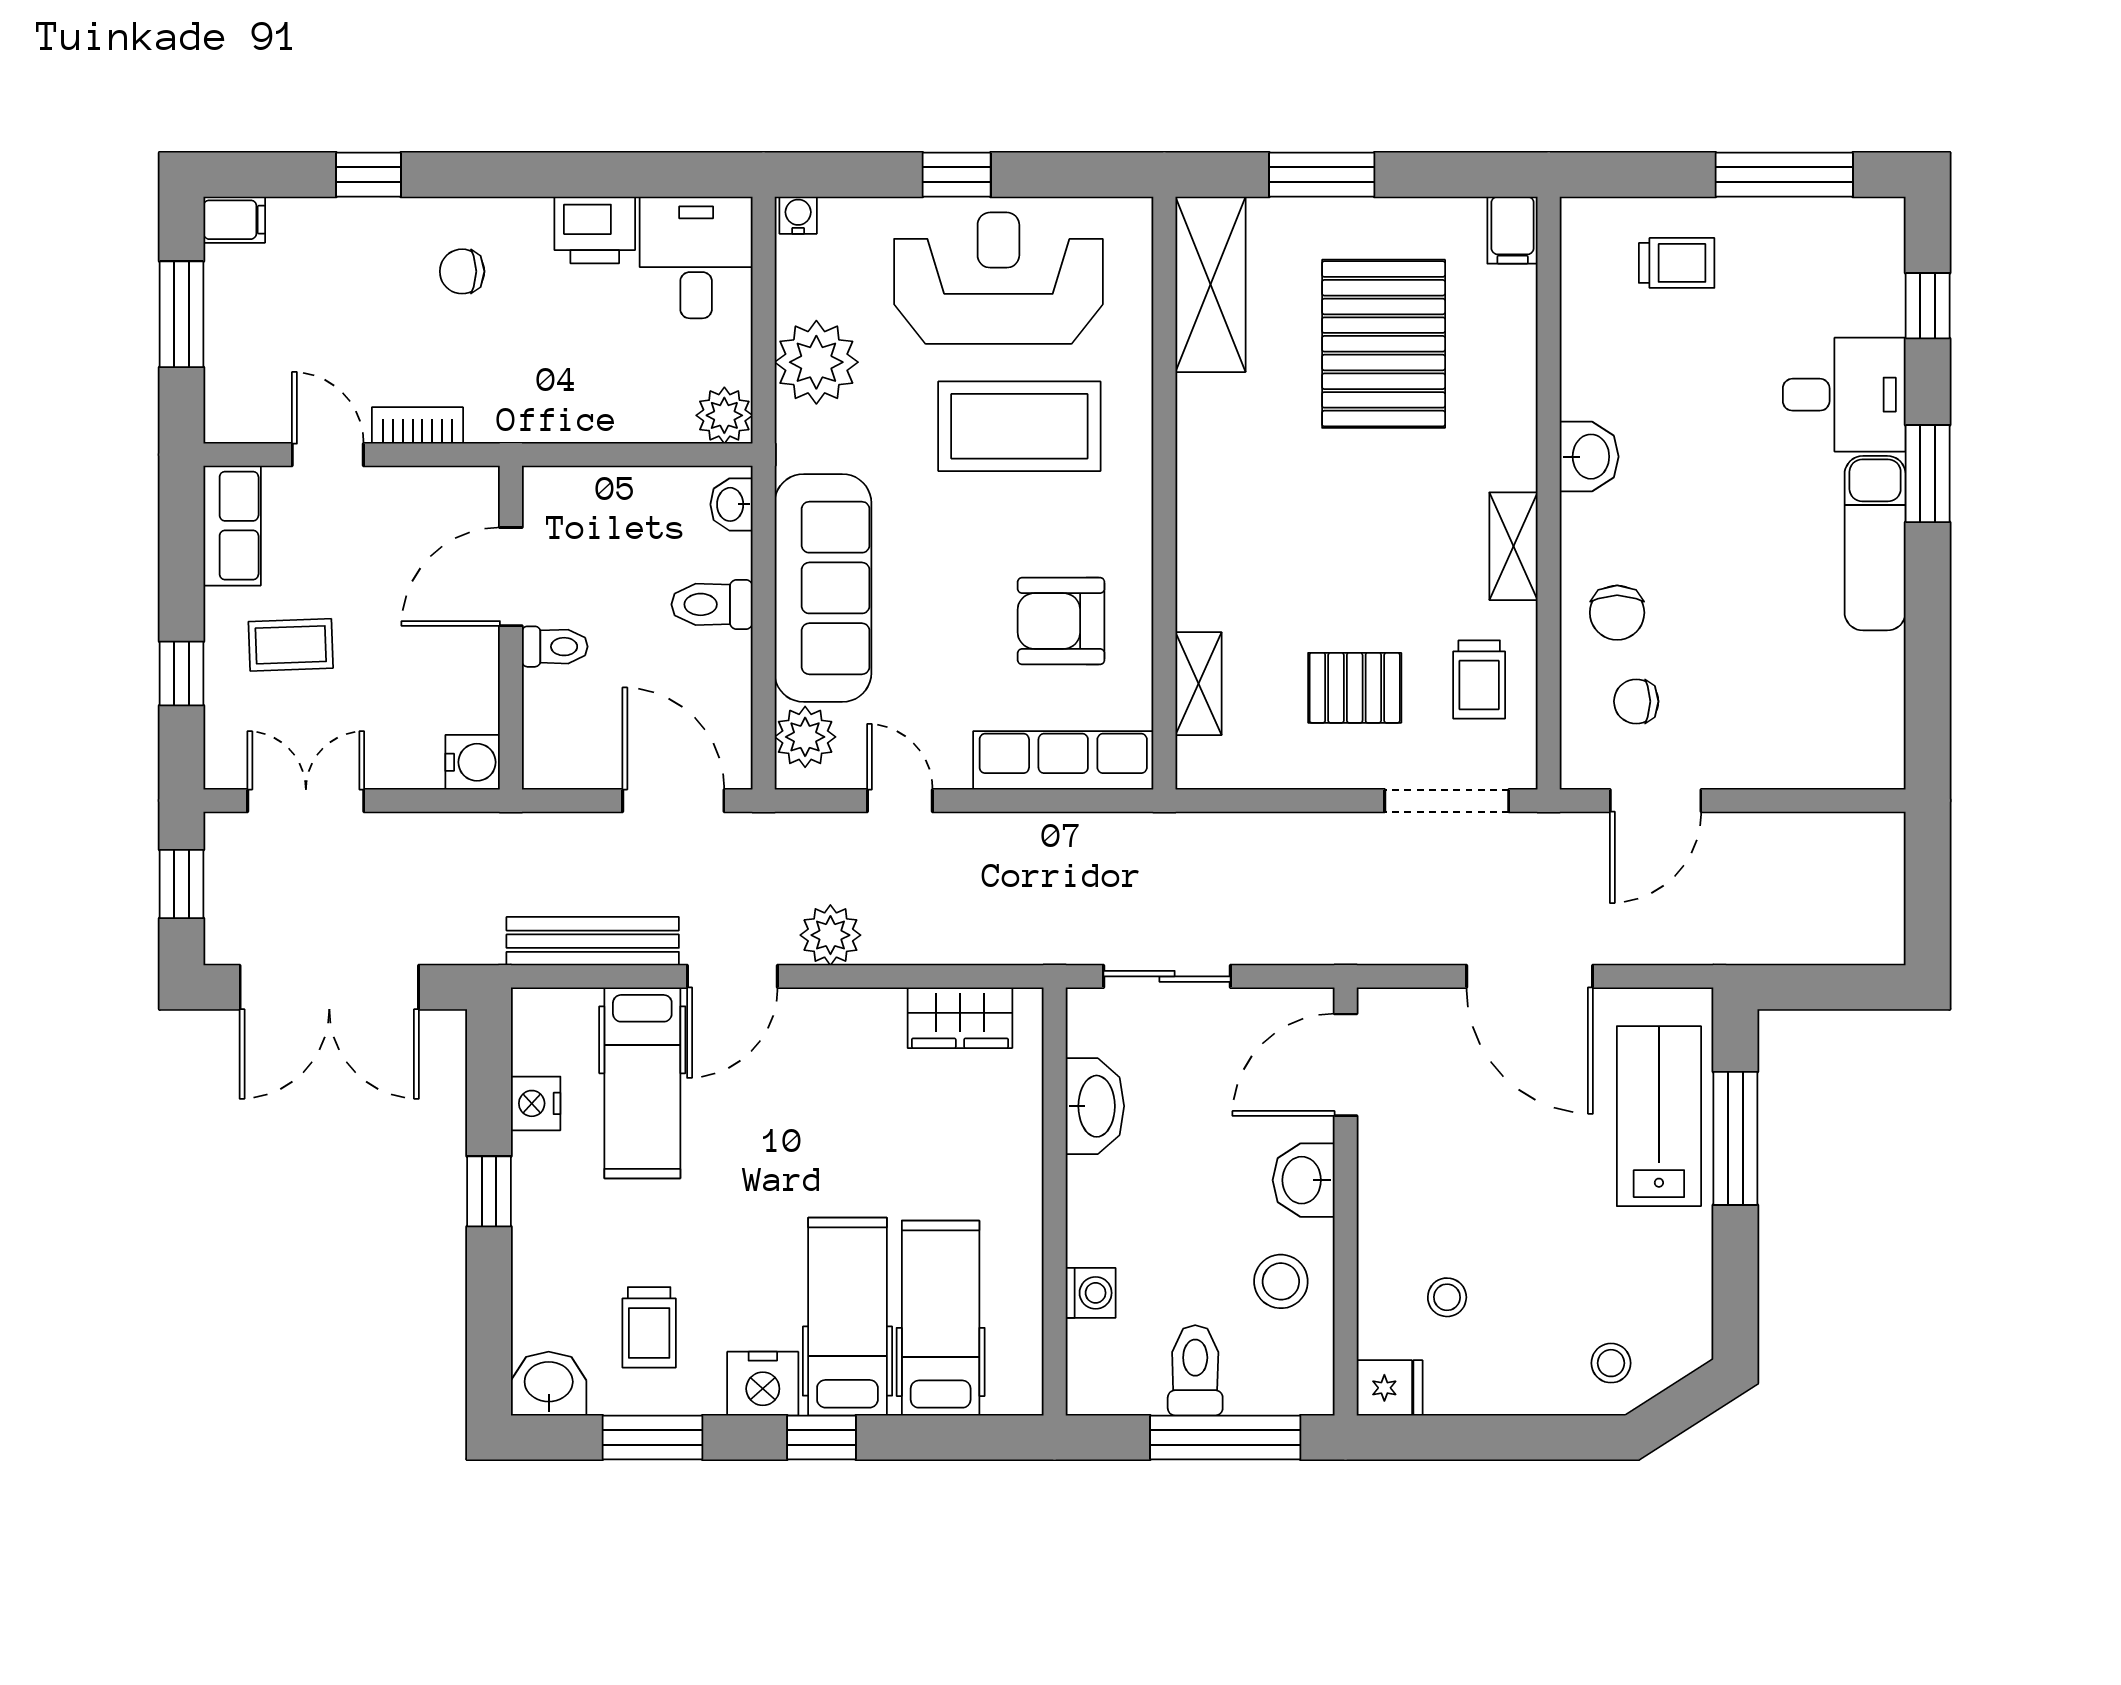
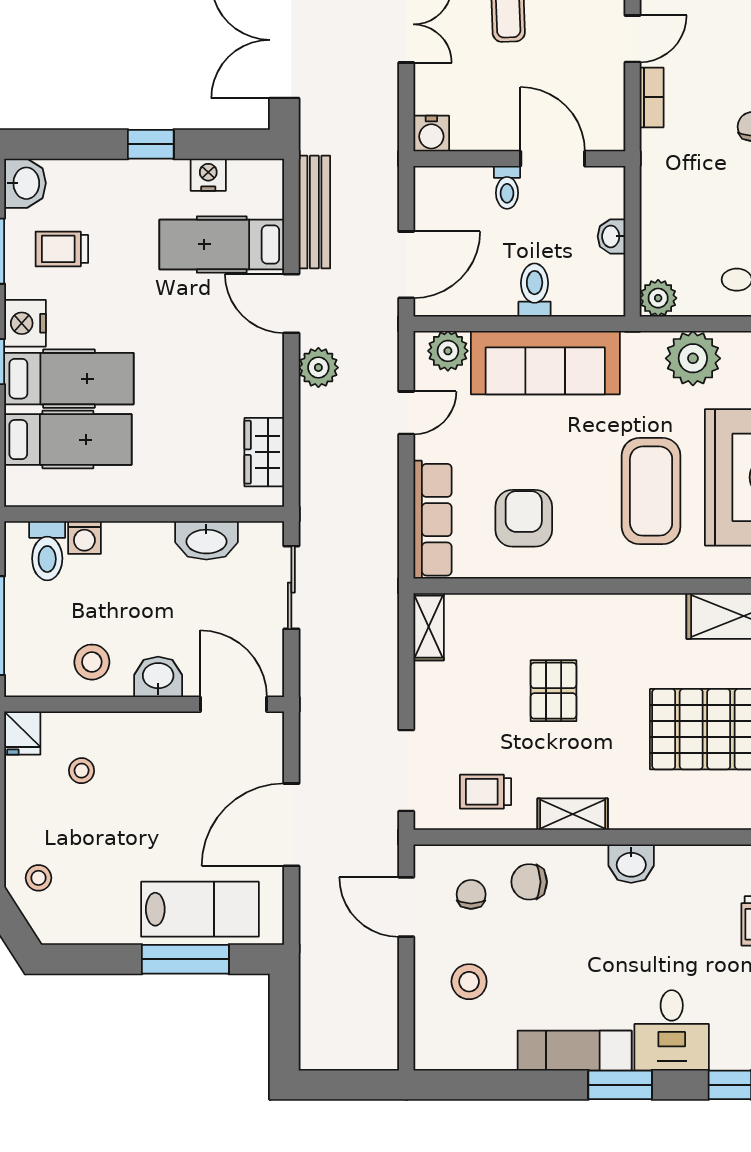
washbasin: (731, 504) -> (611, 236), moved, turned -90
shelving: (1199, 684) -> (429, 627), moved, turned 90
pallet: (1355, 688) -> (554, 691), moved
stool: (1770, 705) -> (469, 982), added
toilet: (1195, 1370) -> (47, 551), moved, turned 90

